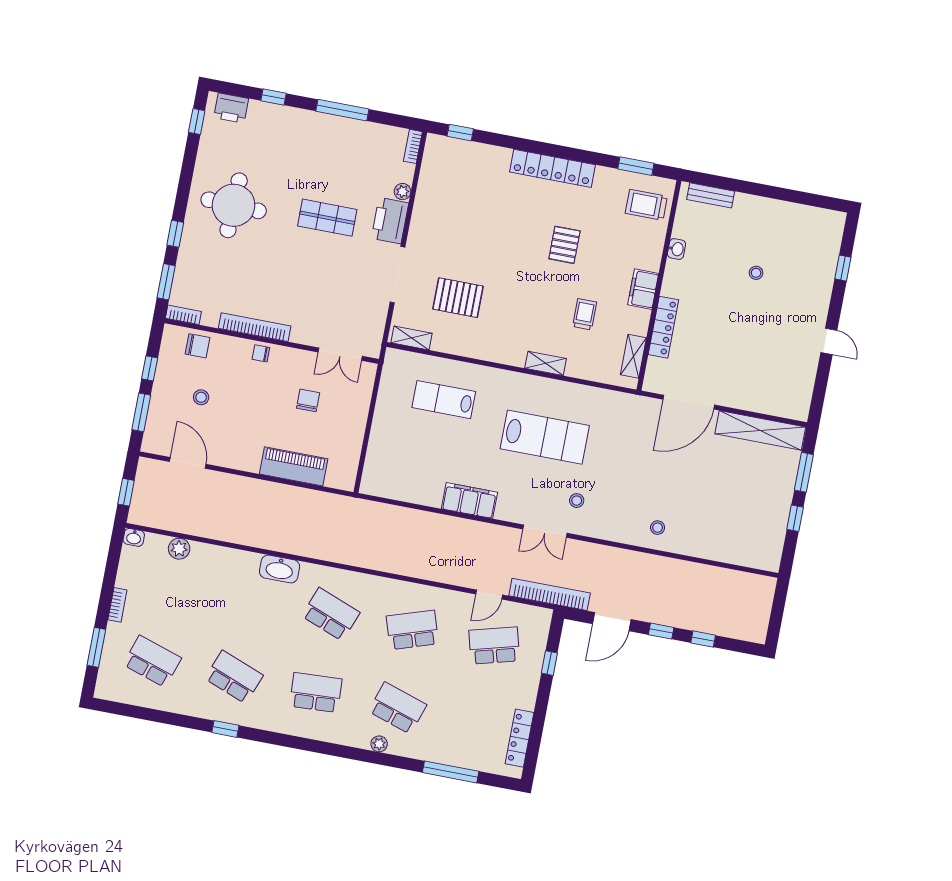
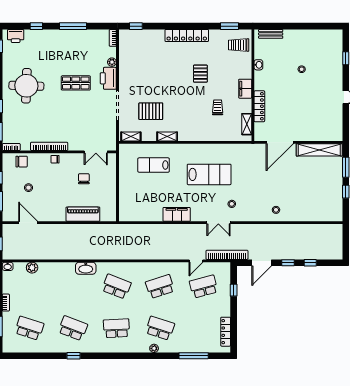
shelving: (546, 363) -> (167, 136), moved

